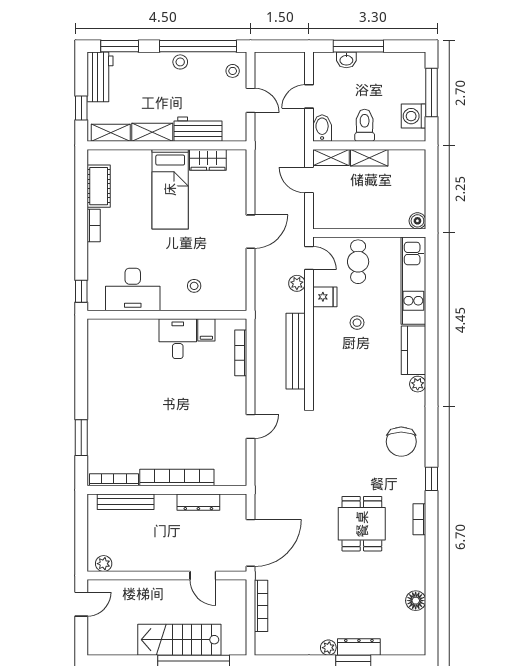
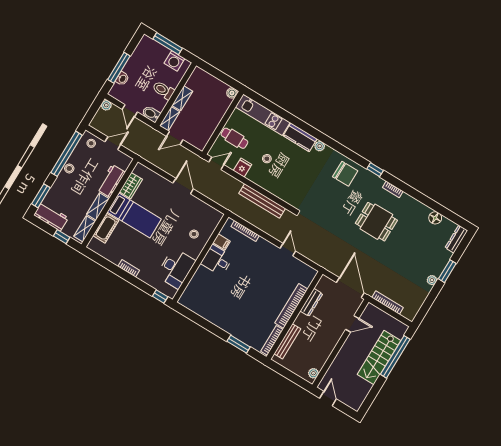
cot: (99, 186) -> (106, 228), moved, turned 90
plant: (297, 283) -> (106, 105), moved
dresser: (359, 647) -> (456, 239), moved

